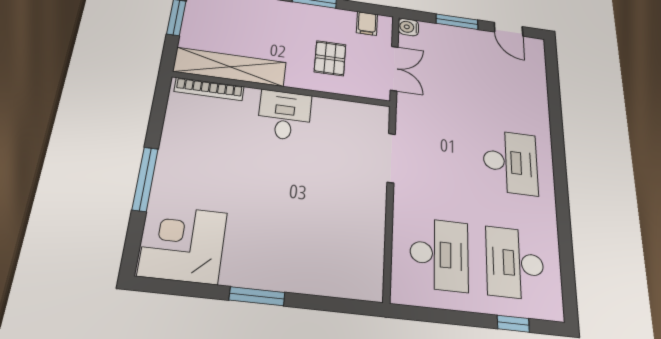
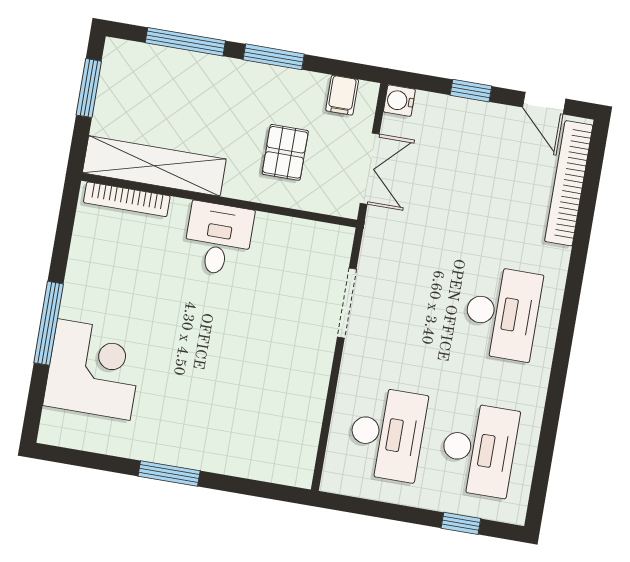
window: (457, 22) -> (471, 91), width x0.67
bookcase: (537, 77) -> (569, 183), added
corner desk: (183, 244) -> (94, 369), moved, turned 90
desk: (515, 263) -> (479, 450), turned 180

